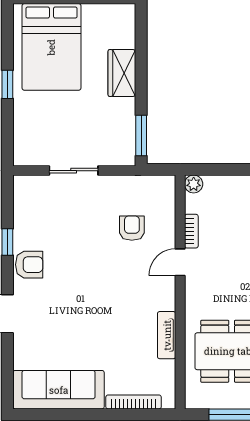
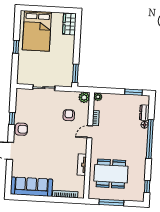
wardrobe: (122, 73) -> (69, 24), moved
plant: (163, 187) -> (84, 97), added

